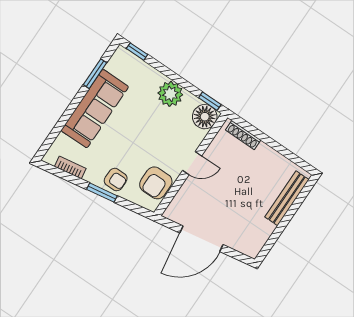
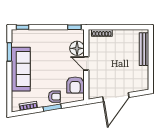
plant: (170, 94) -> (53, 37), removed
floor lamp: (205, 117) -> (77, 48), moved
door: (192, 163) -> (86, 63), swing flipped

